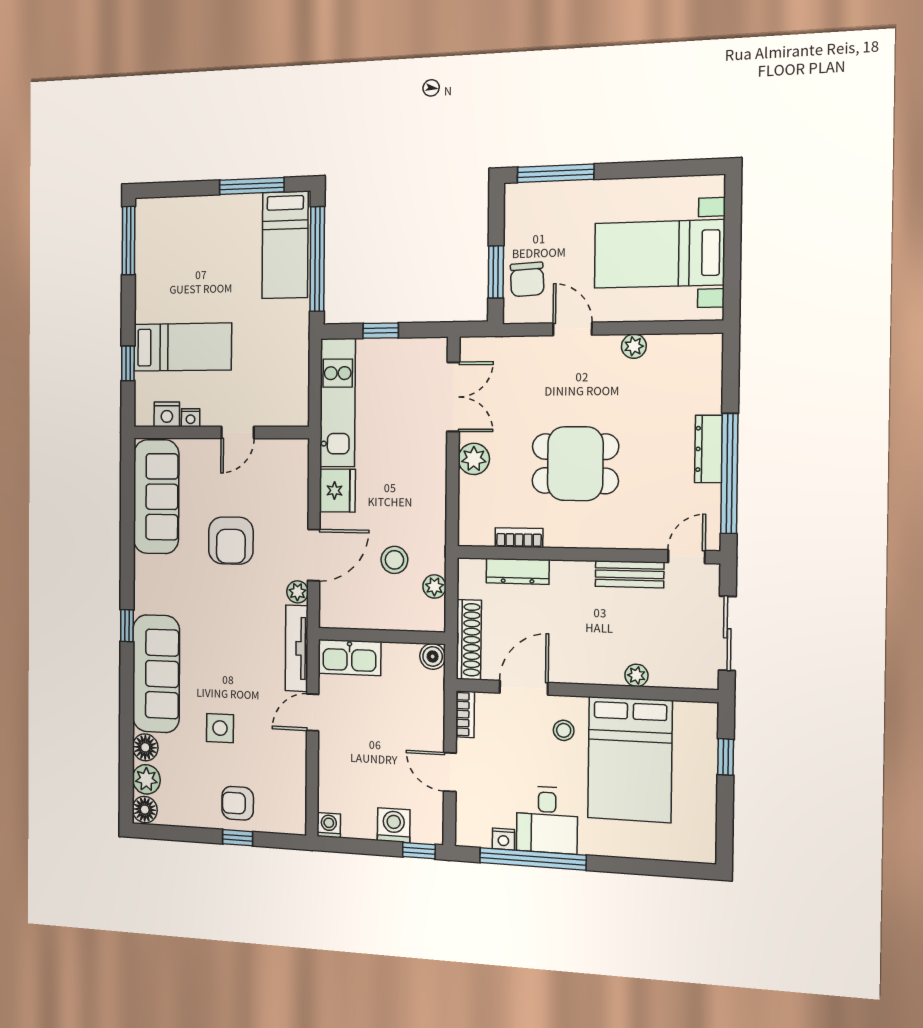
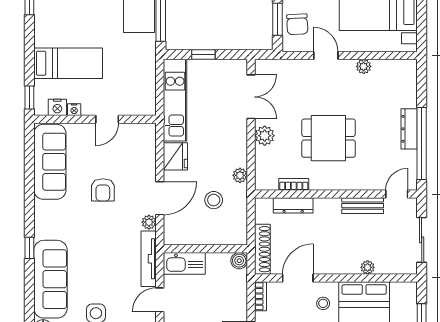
window: (128, 363) -> (29, 98), moved
armchair: (231, 541) -> (103, 190), width x0.72, depth x0.72
plant: (434, 586) -> (240, 175), moved

